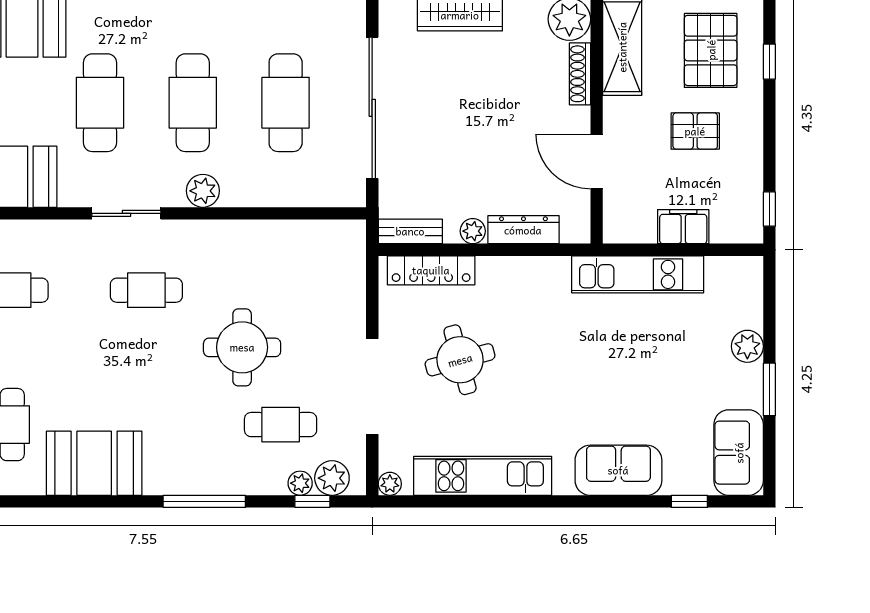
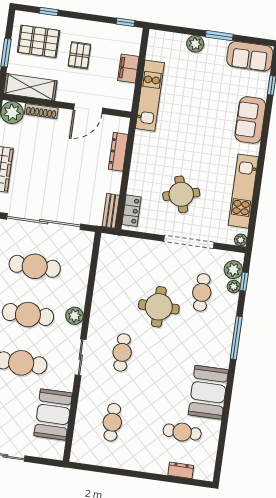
plant: (473, 231) -> (115, 178), removed
locker: (431, 270) -> (131, 211), width x0.66

